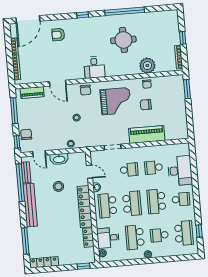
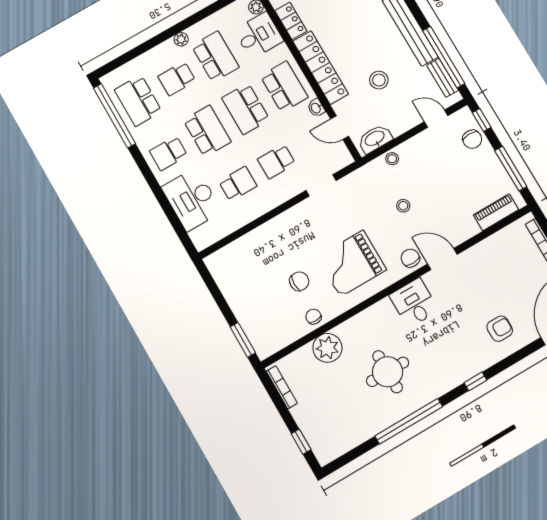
window: (183, 38) -> (301, 442), moved
door: (58, 83) -> (442, 259), moved
piano: (147, 134) -> (275, 233), removed
washbasin: (59, 159) -> (375, 139), moved
window: (199, 231) -> (114, 116), width x3.17
school desk: (159, 235) -> (177, 79), turned 180

